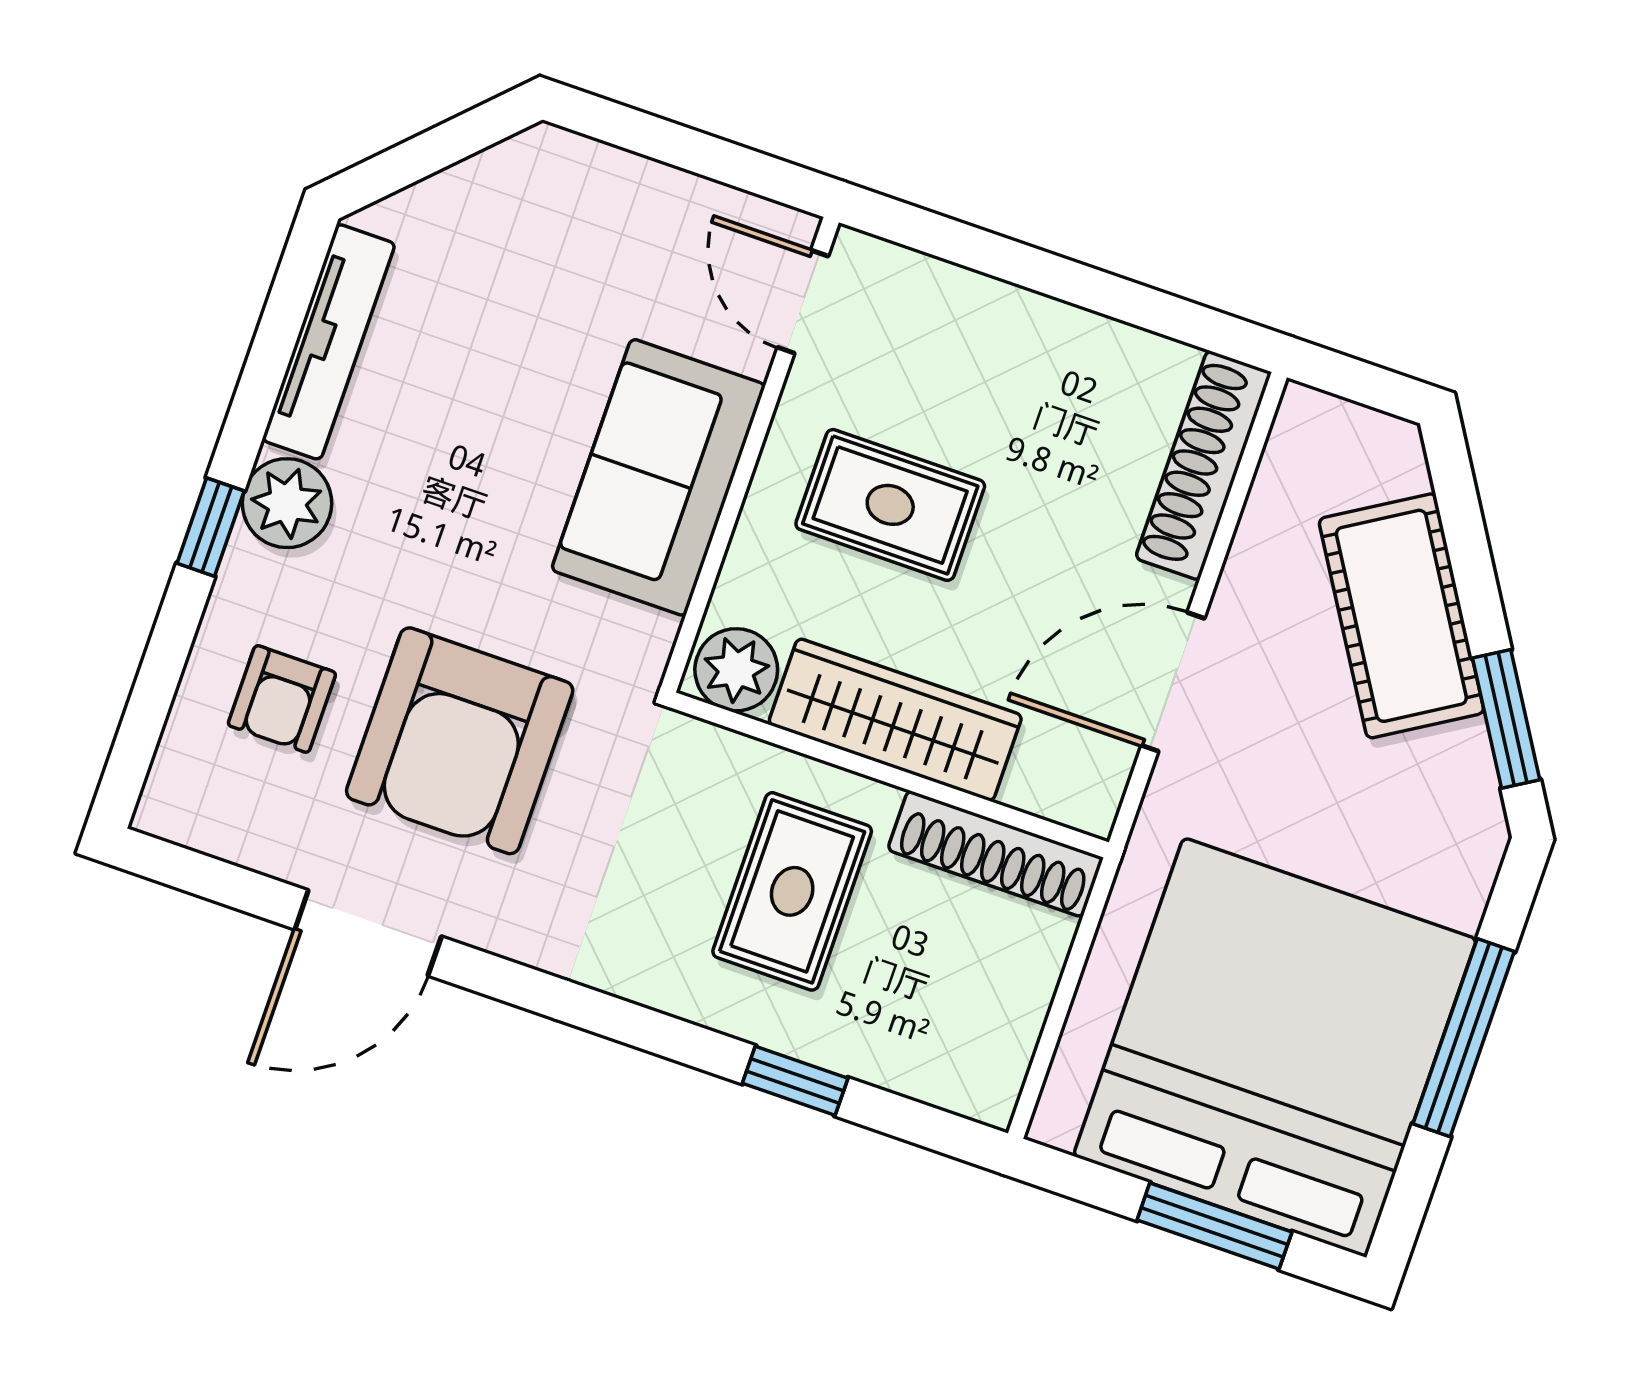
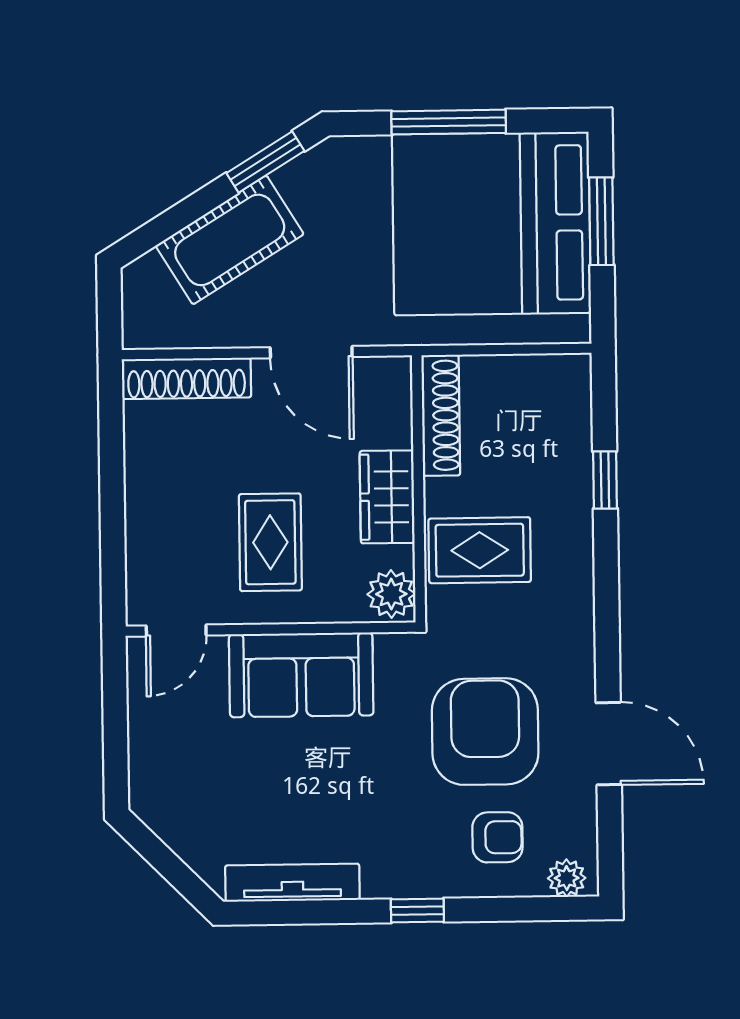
plant: (287, 503) -> (567, 878), moved, width x0.73, depth x0.73
wardrobe: (895, 720) -> (387, 497), width x0.67
armchair: (460, 741) -> (485, 732), turned -90
rug: (792, 891) -> (480, 550), moved

